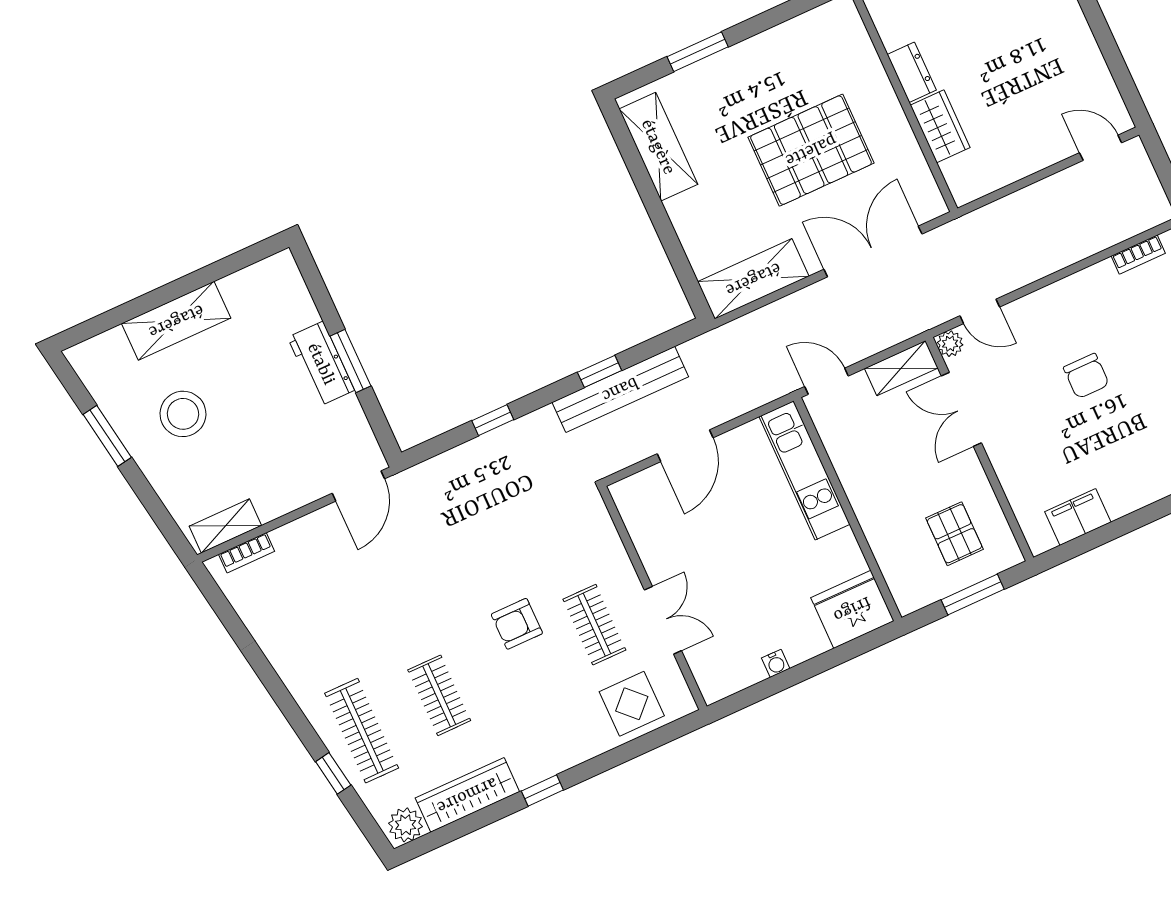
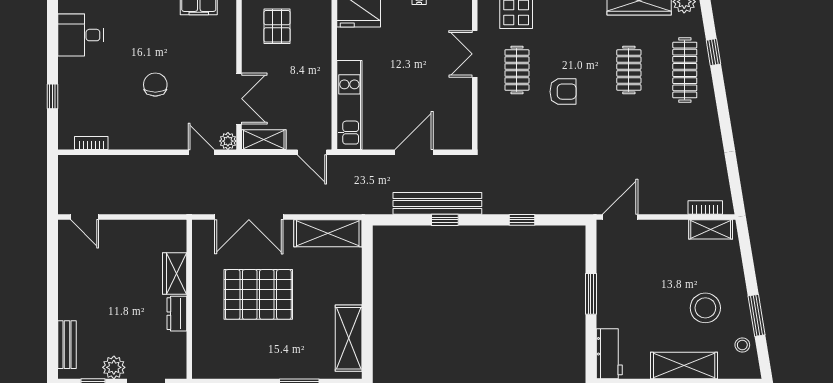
workbench: (321, 364) -> (609, 354), moved
stool: (108, 386) -> (742, 345), added

